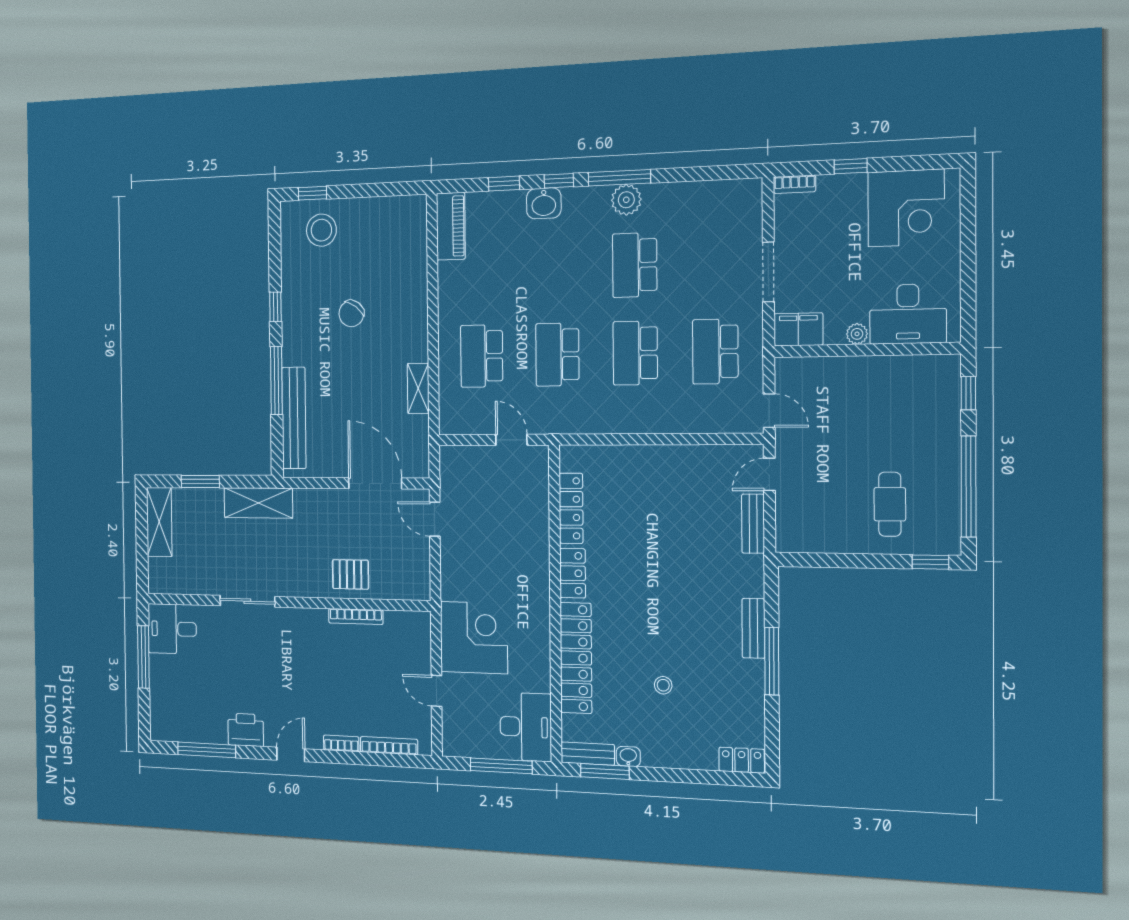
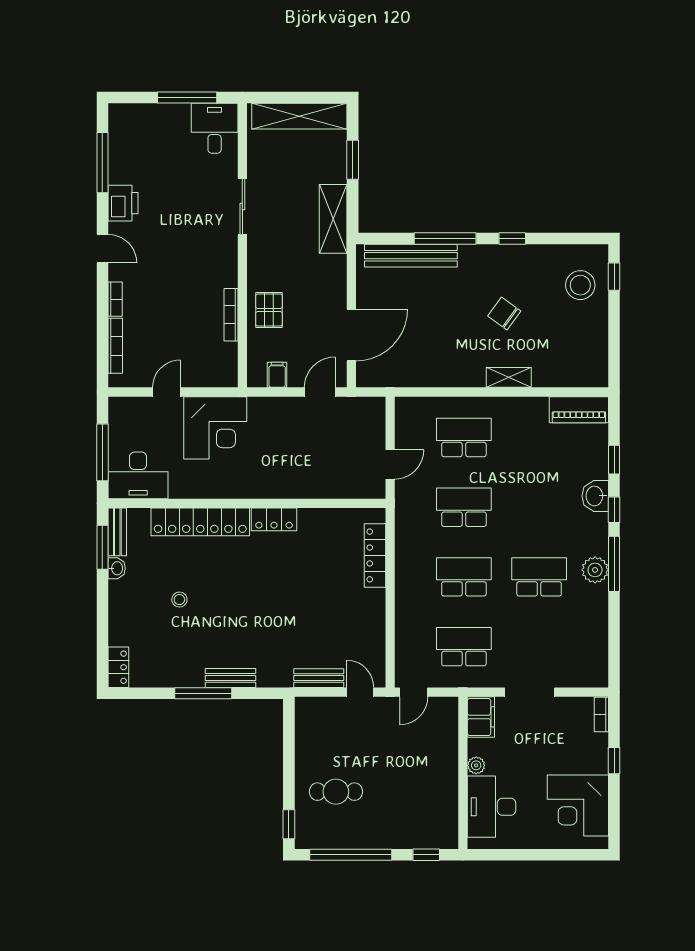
shelving: (418, 388) -> (509, 377), moved
locker: (571, 508) -> (375, 555), moved, turned 90
shelving: (159, 522) -> (299, 116), width x1.47
filing cabinet: (417, 567) -> (277, 375), added

